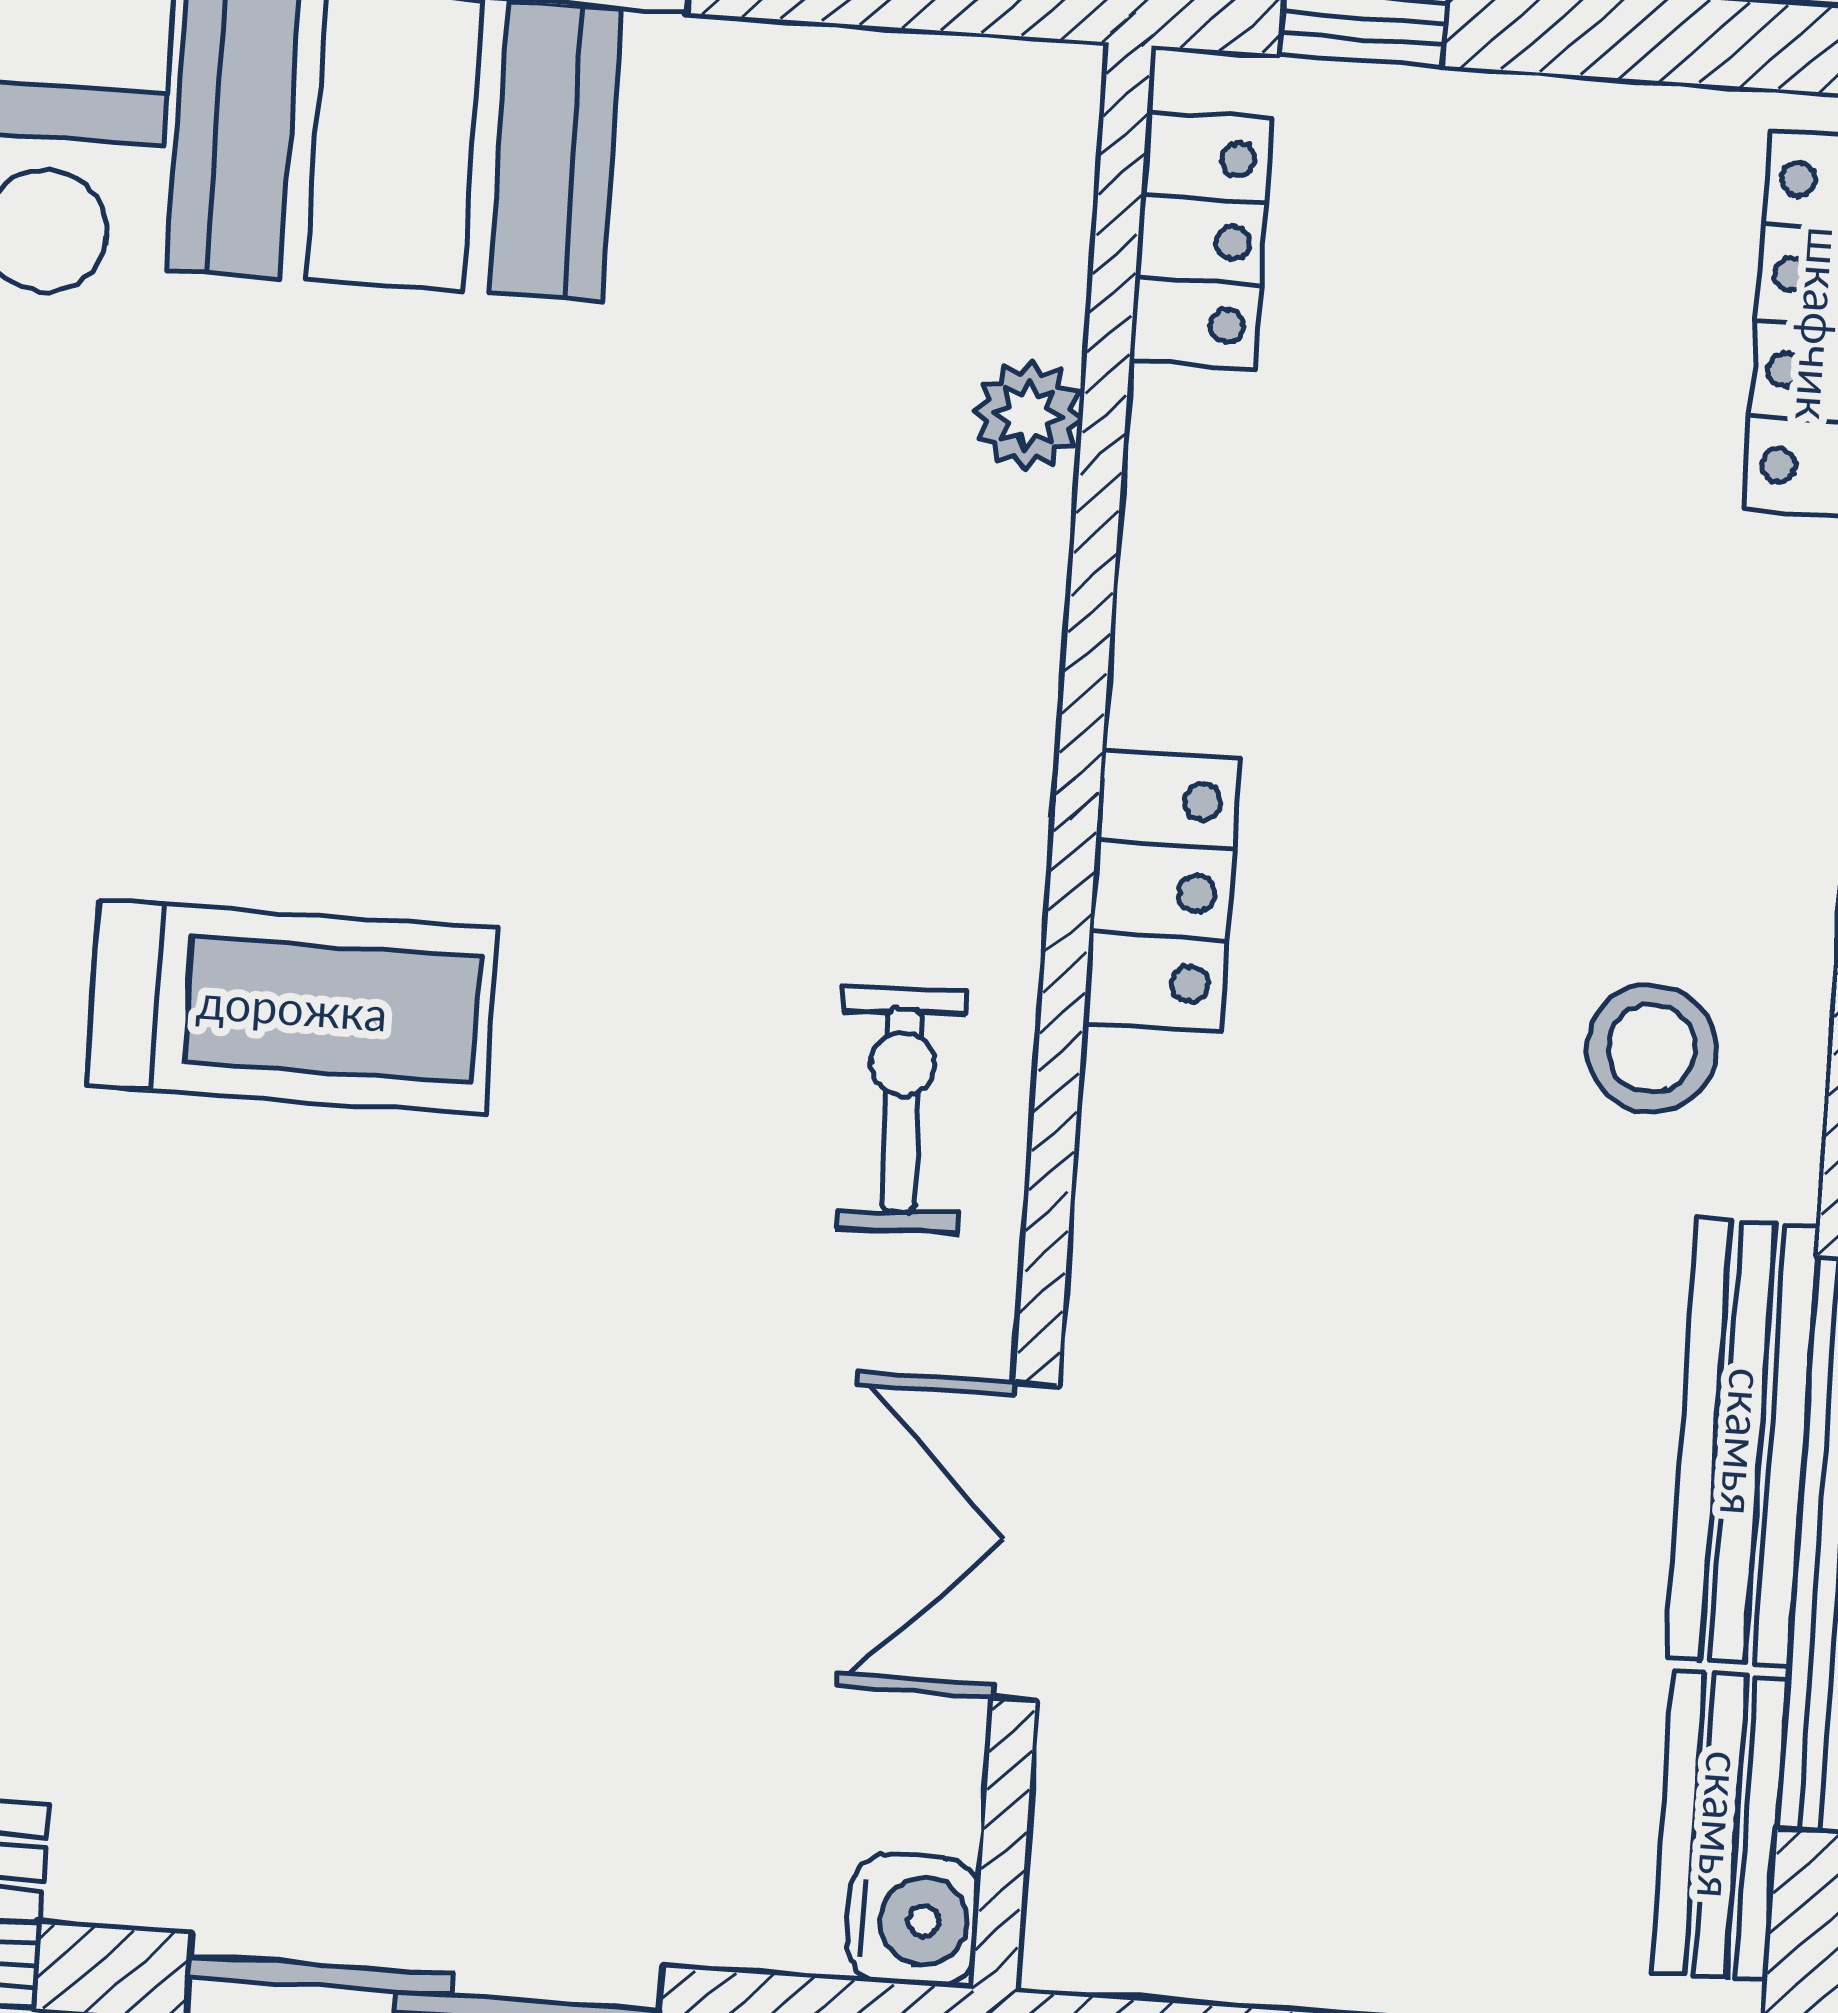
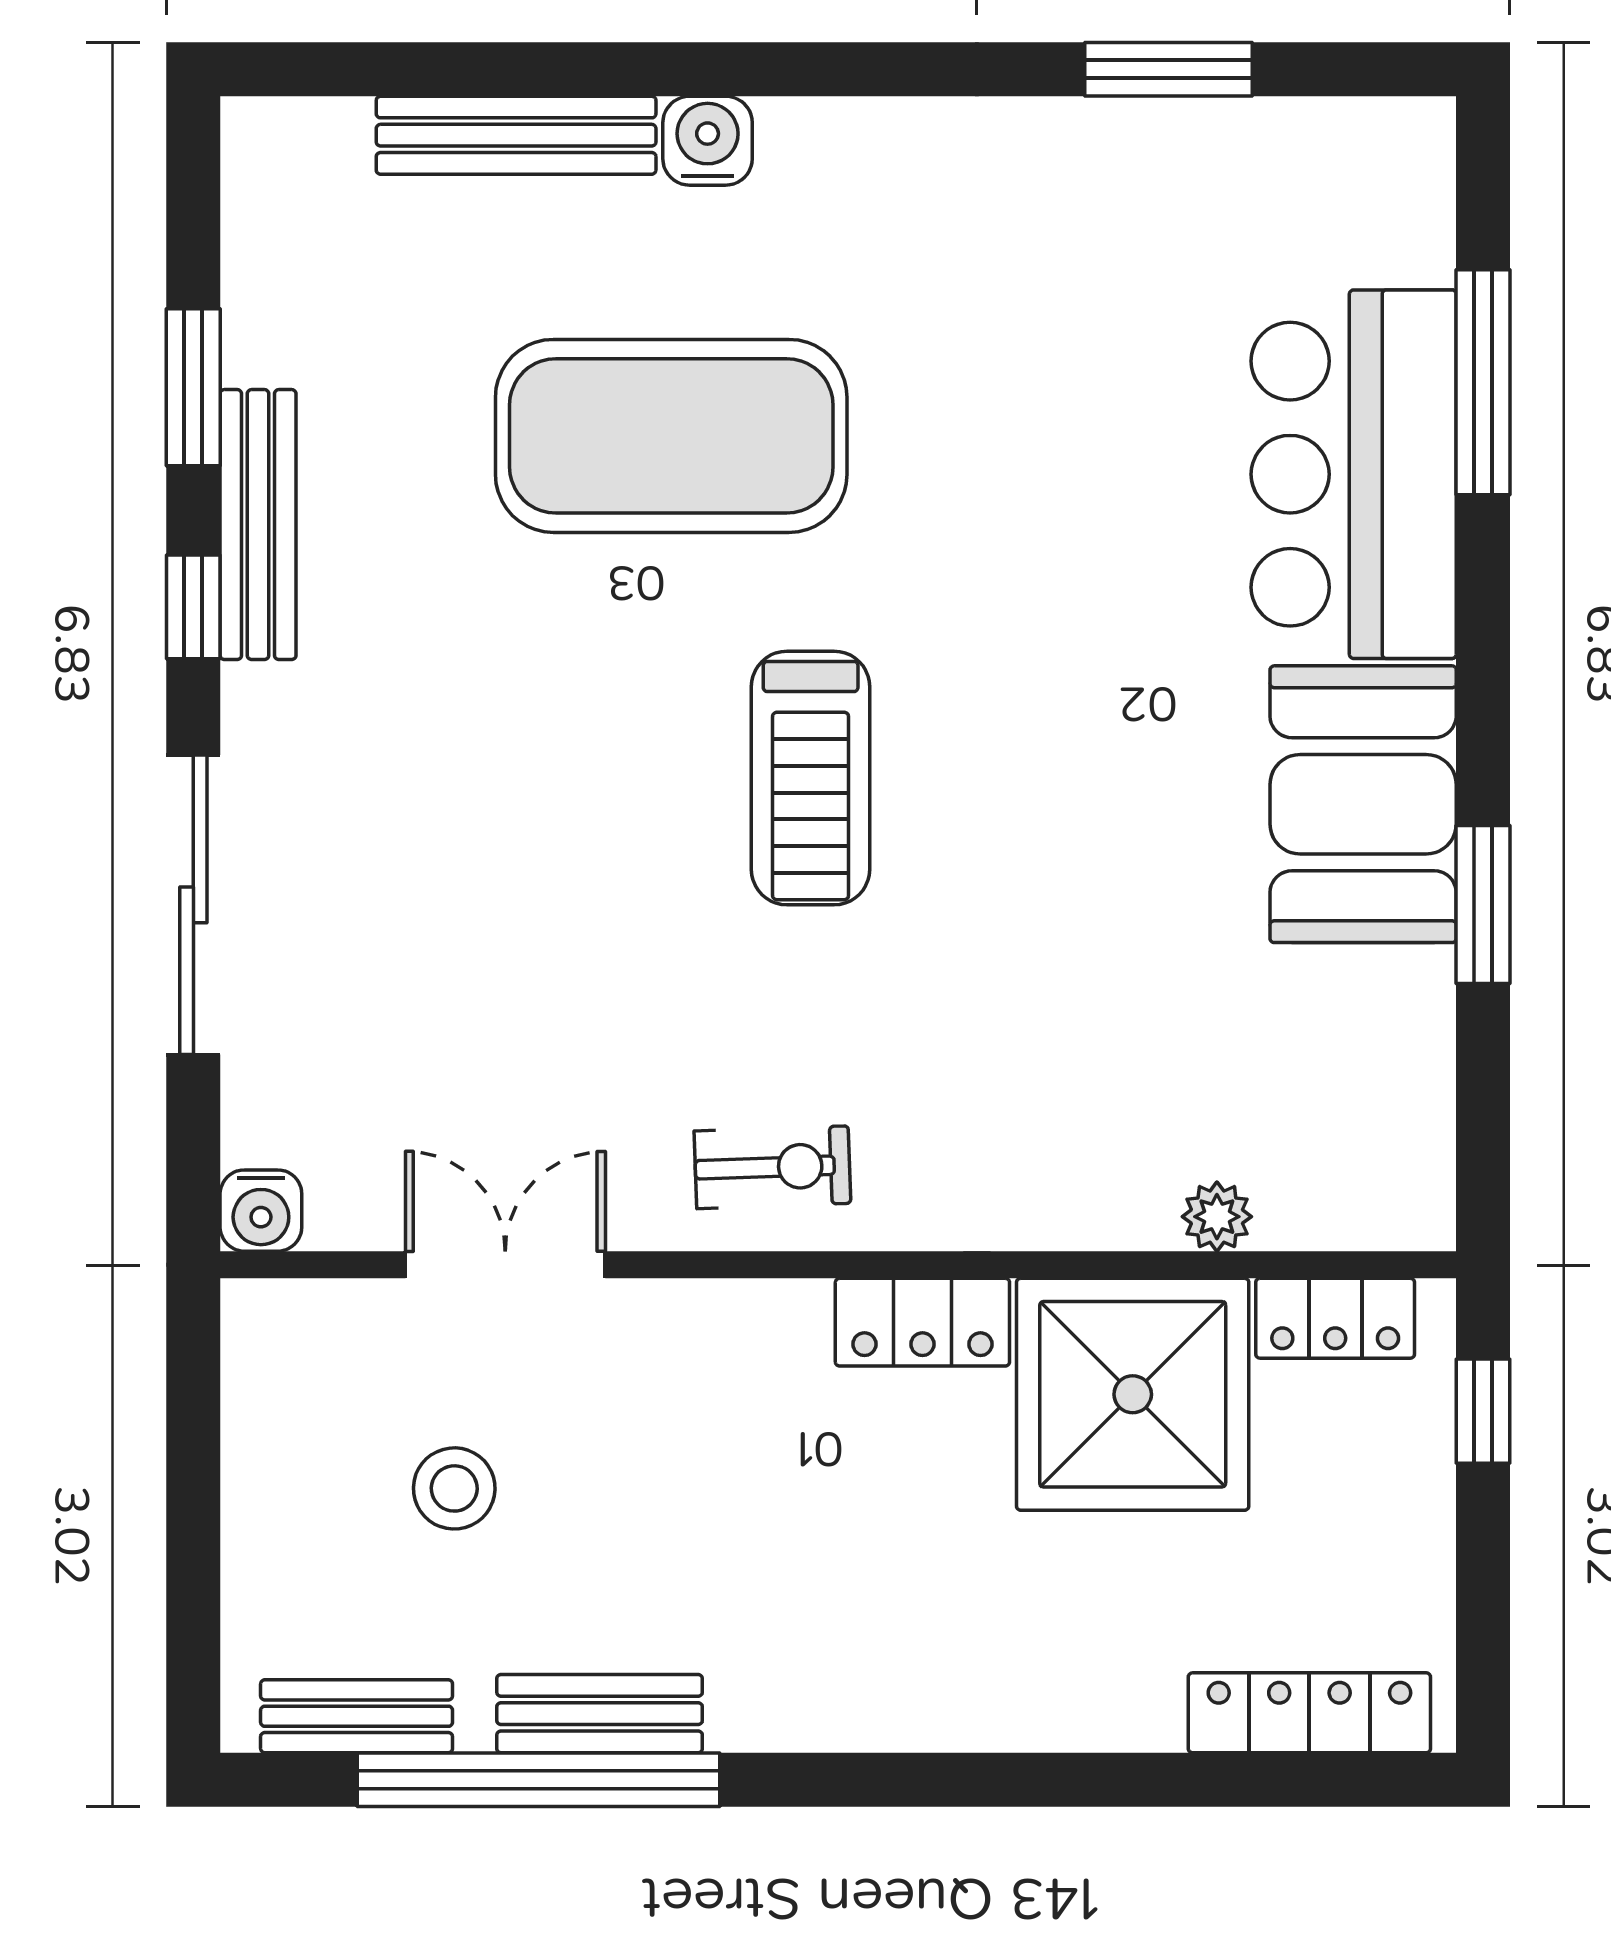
shower: (1299, 568) -> (1133, 1394), added
stool: (1651, 1048) -> (454, 1488), moved
bench: (1743, 1442) -> (600, 1714), width x0.73

